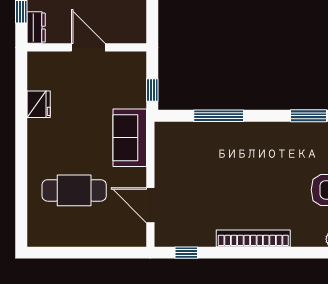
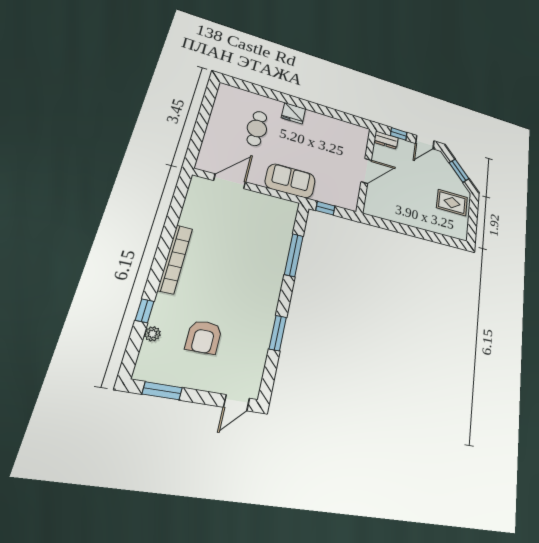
fridge: (39, 104) -> (293, 113), moved
cafe table: (74, 190) -> (257, 128), width x0.73, depth x0.74
window: (186, 253) -> (145, 311), moved

